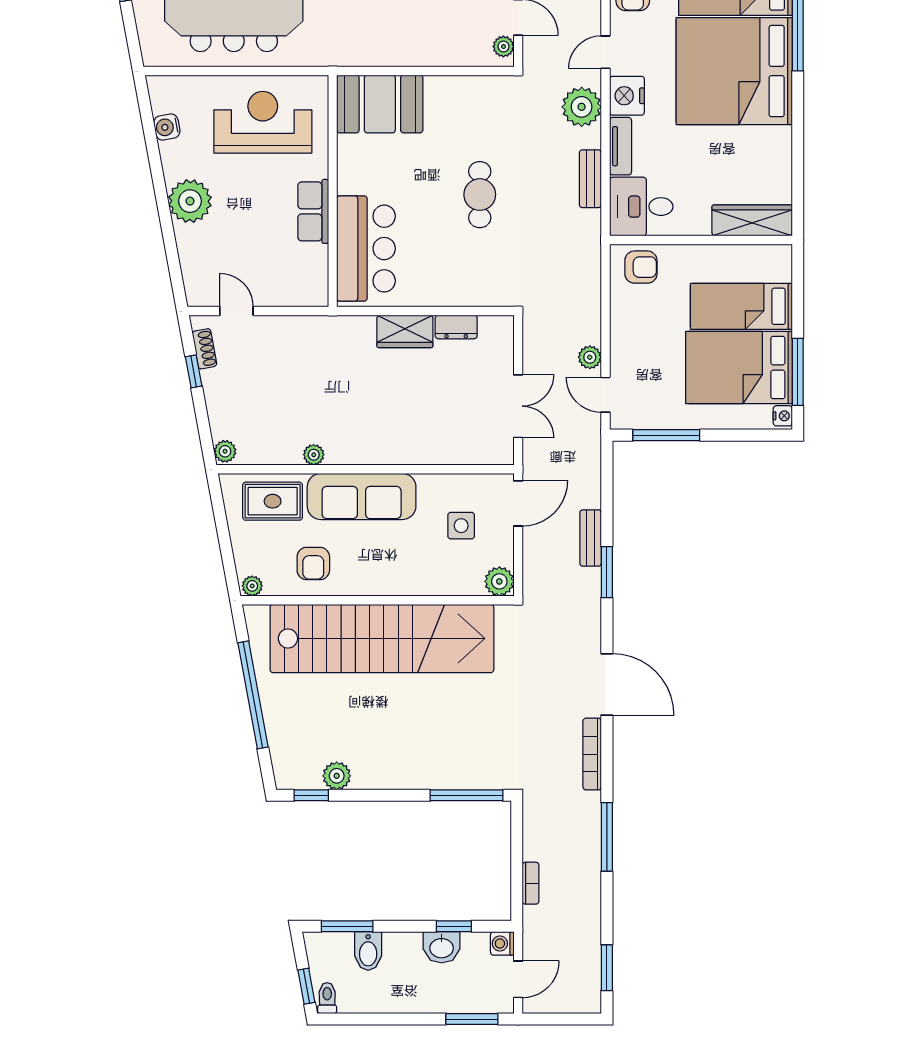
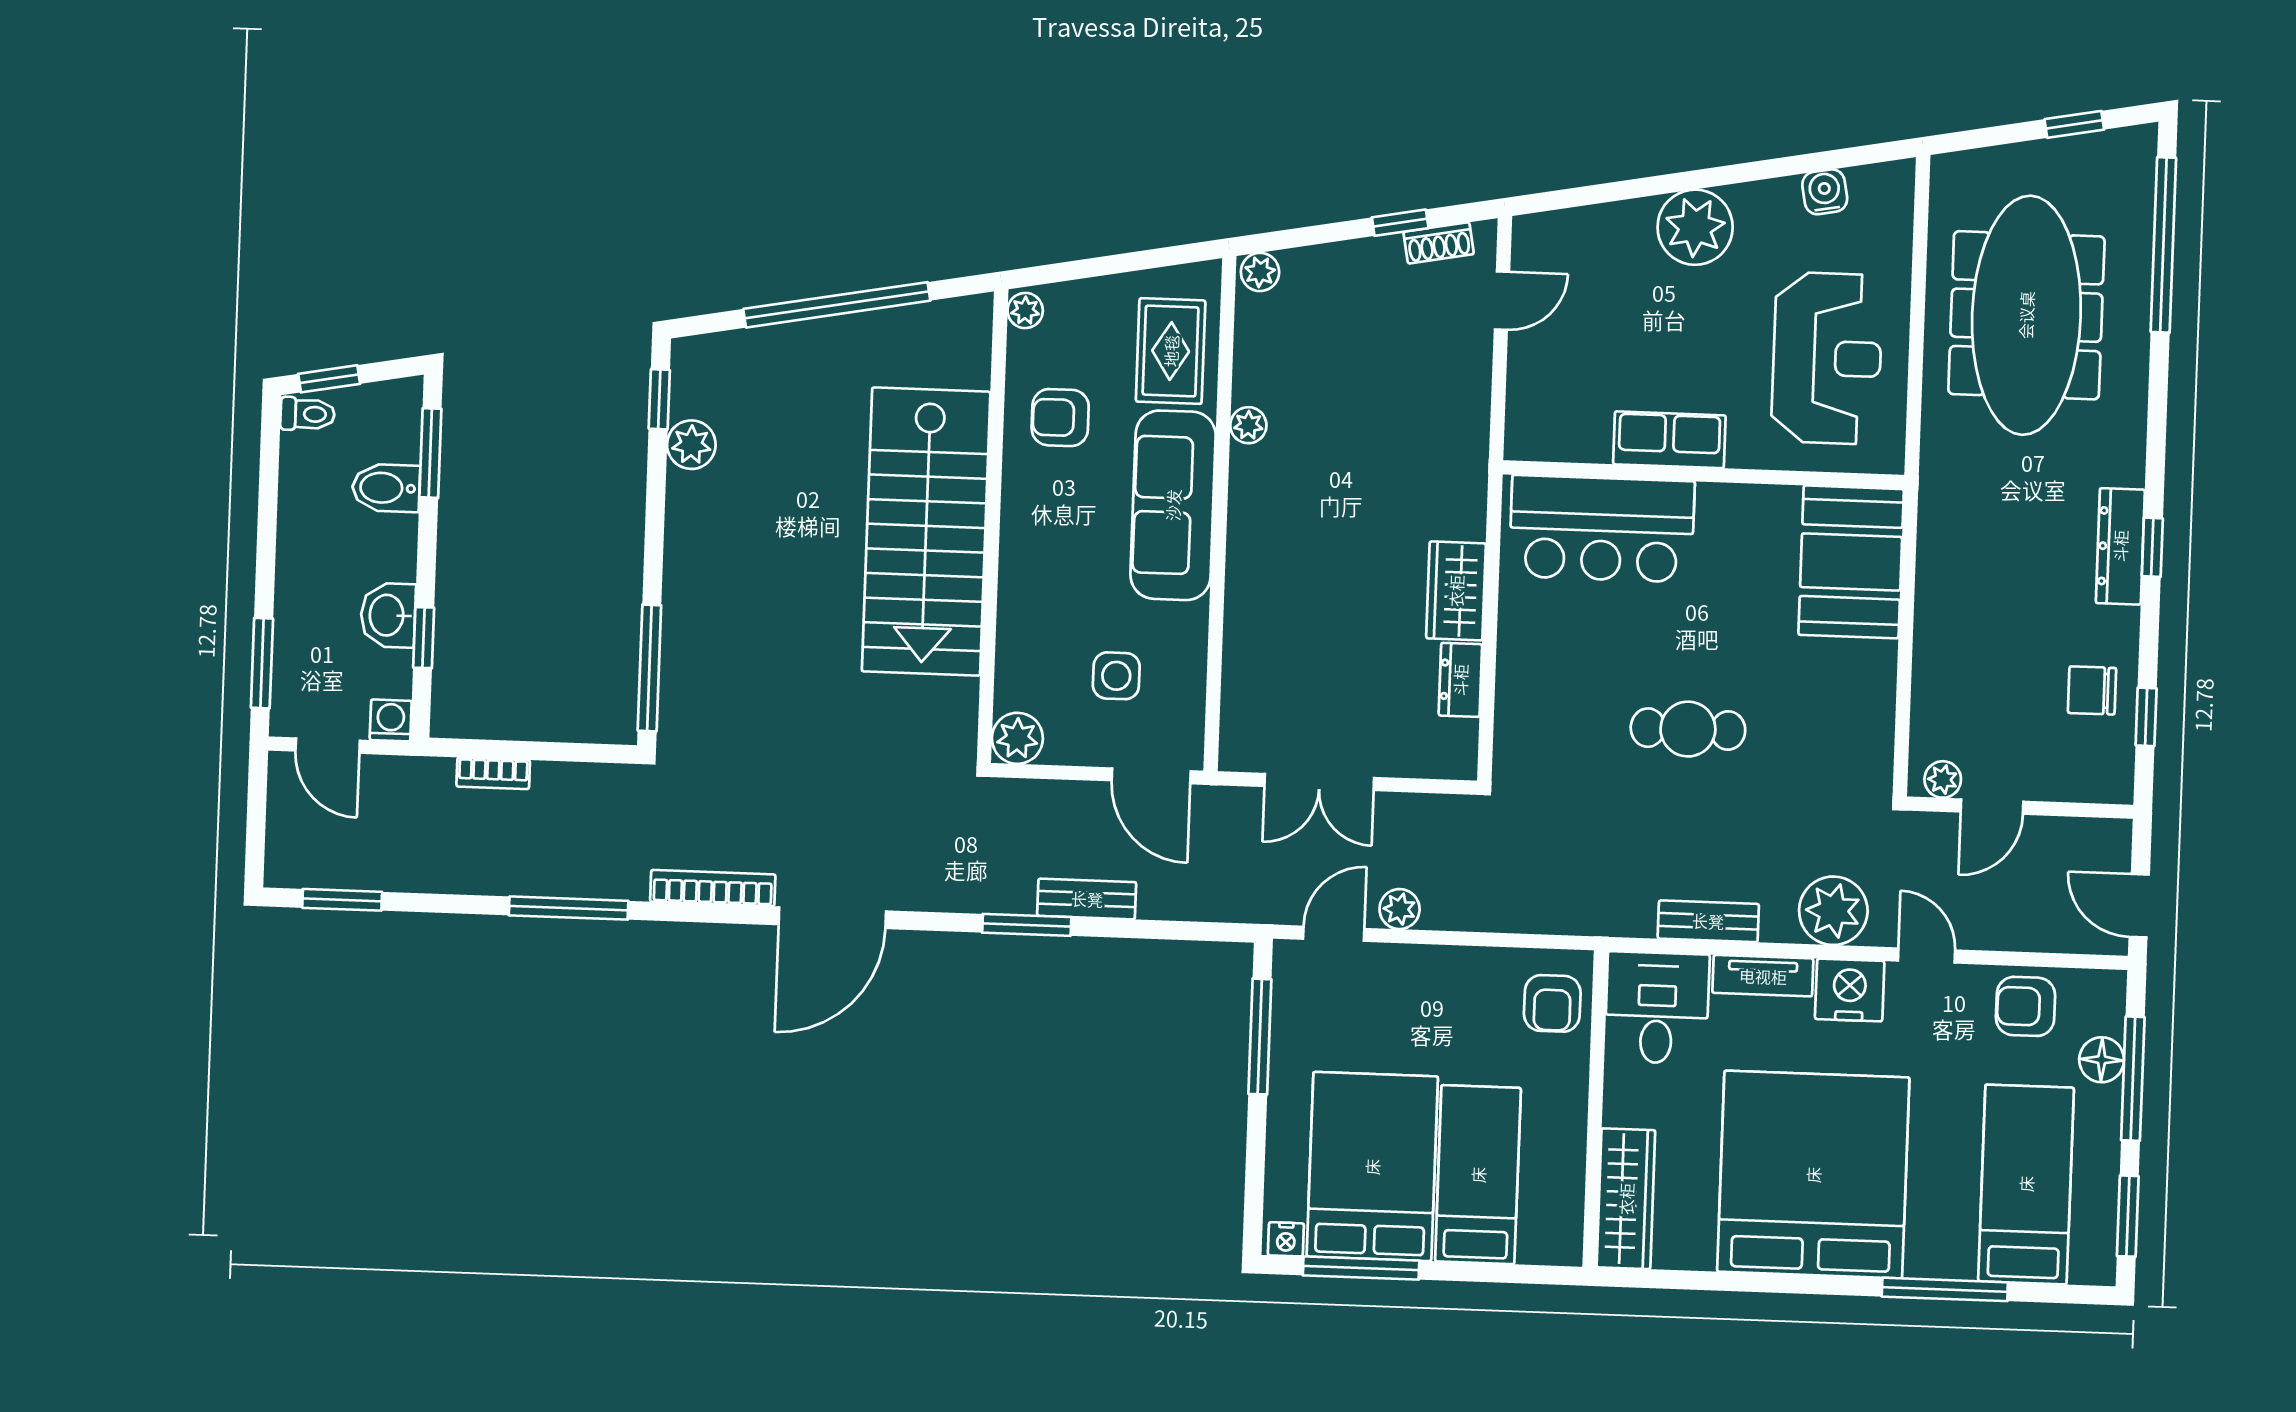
bed: (734, 71) -> (1813, 1175), moved
stairs: (382, 638) -> (926, 532), width x0.73

